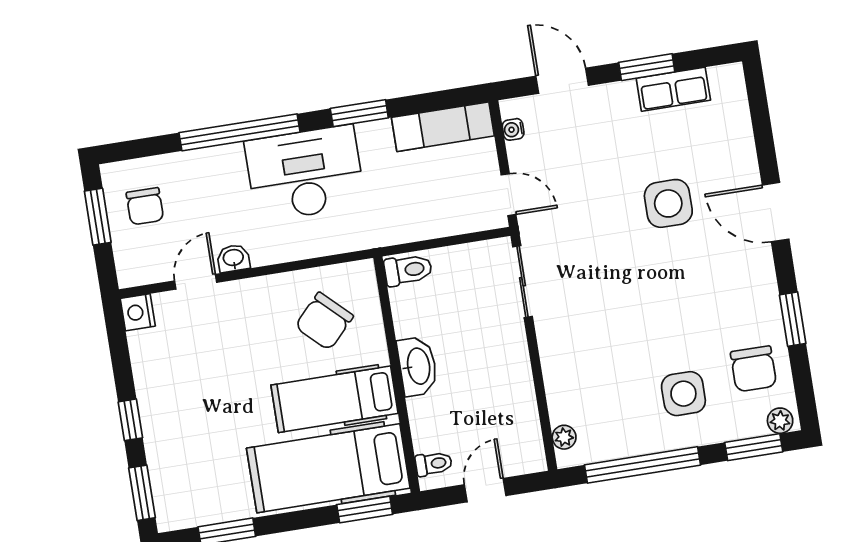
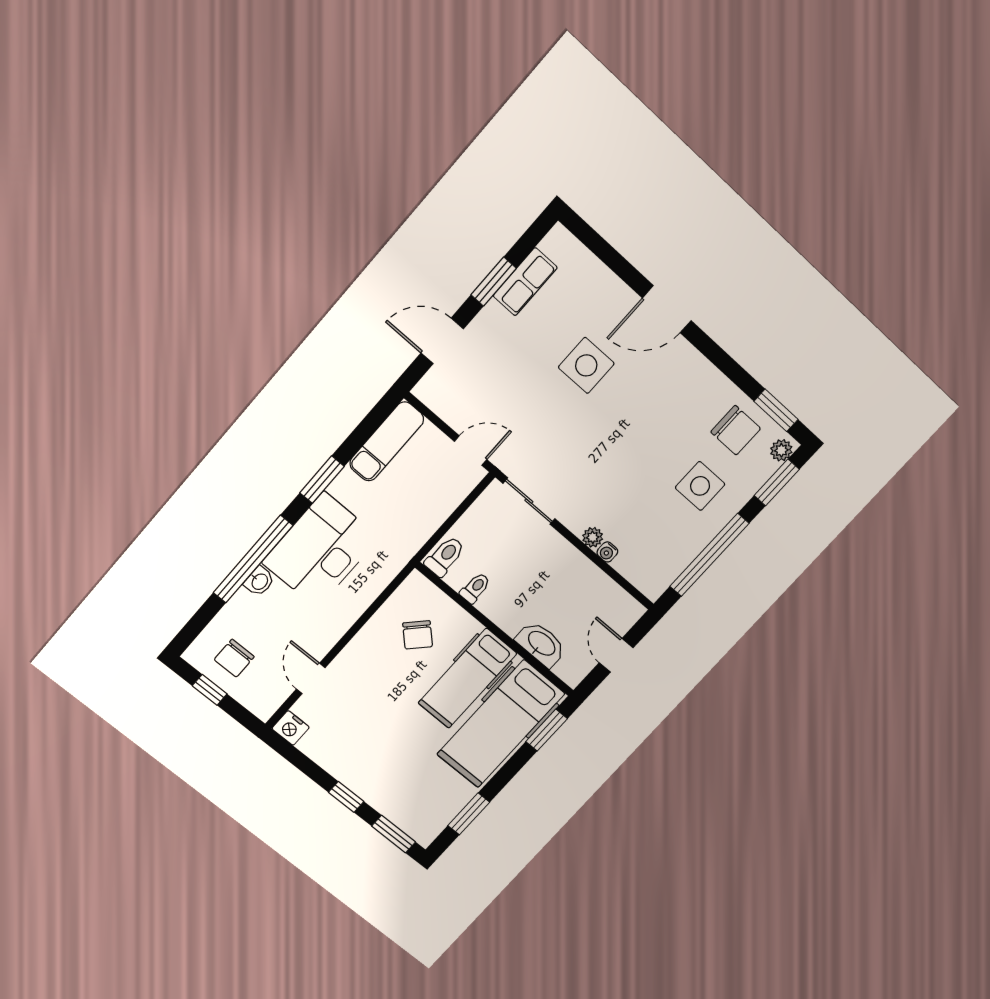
water cooler: (513, 129) -> (607, 552), moved
chair: (145, 206) -> (234, 658), turned 90
window: (98, 217) -> (210, 690), width x0.67
washbasin: (233, 258) -> (259, 581), moved, turned 180
window: (793, 319) -> (776, 410), moved
chair: (324, 321) -> (418, 635), width x0.73, depth x0.73
washbasin: (418, 366) -> (541, 644), moved
plant: (564, 437) -> (593, 537), moved
toilet: (434, 464) -> (475, 588), moved

